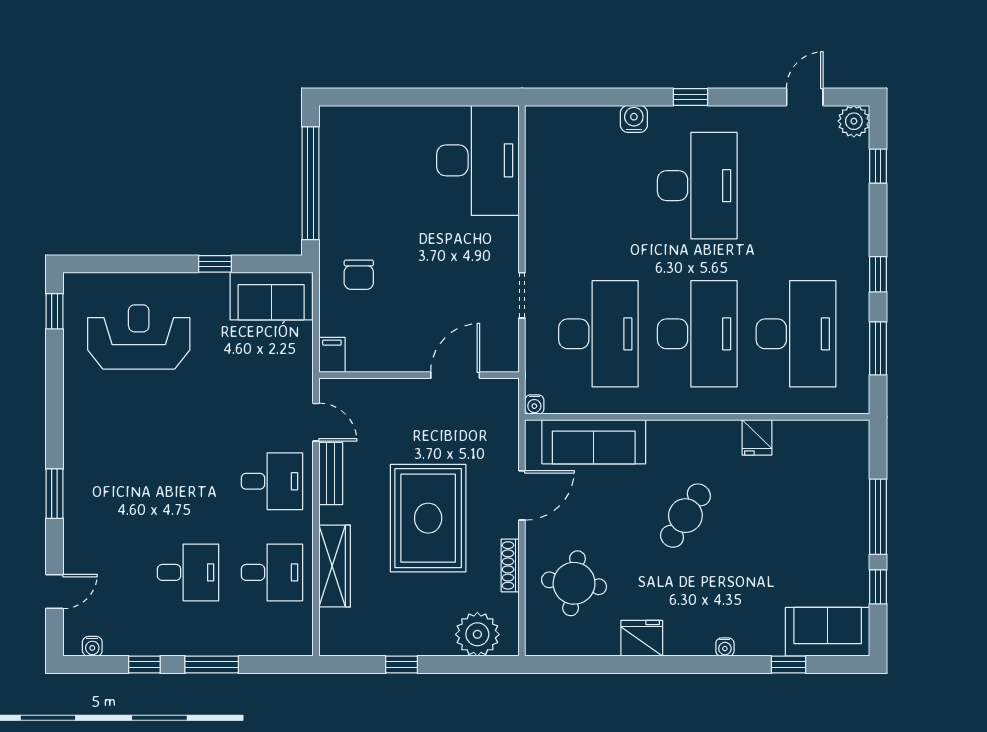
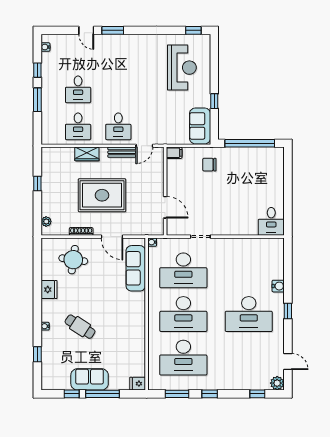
desk: (478, 160) -> (271, 221), width x0.53, depth x0.77
fridge: (757, 437) -> (138, 384), moved
cafe table: (685, 516) -> (80, 327), moved
wardrobe: (335, 566) -> (87, 154), width x0.67
door: (54, 592) -> (86, 30), moved
sofa: (828, 632) -> (90, 379), moved, turned -90
plant: (477, 634) -> (46, 221), width x0.53, depth x0.53

